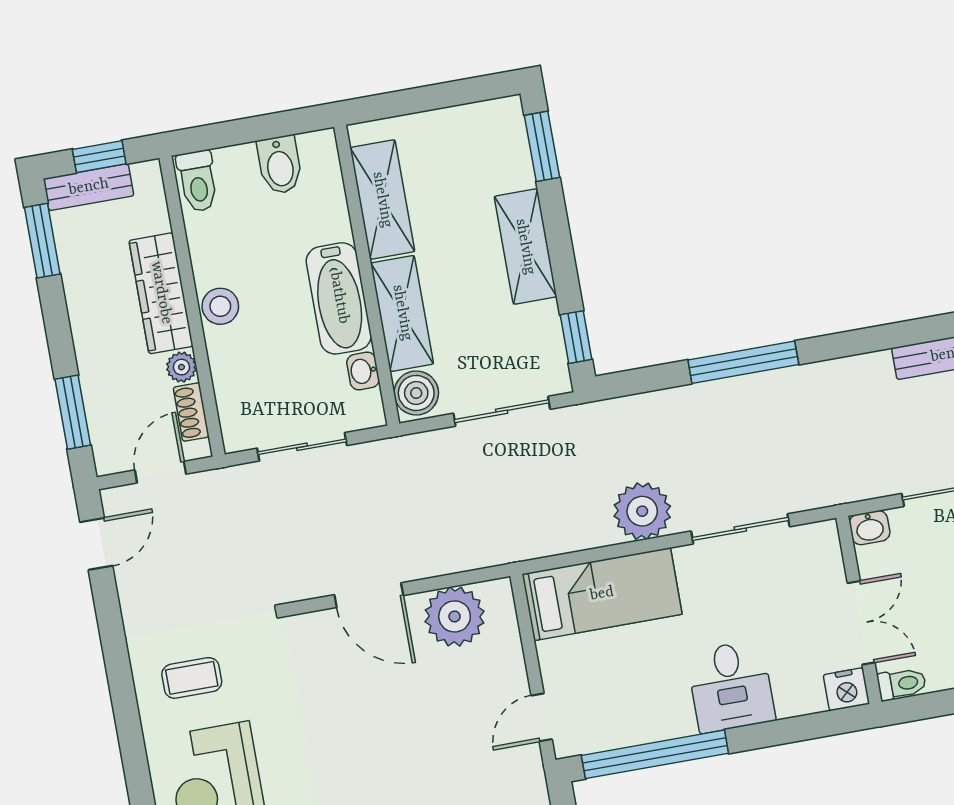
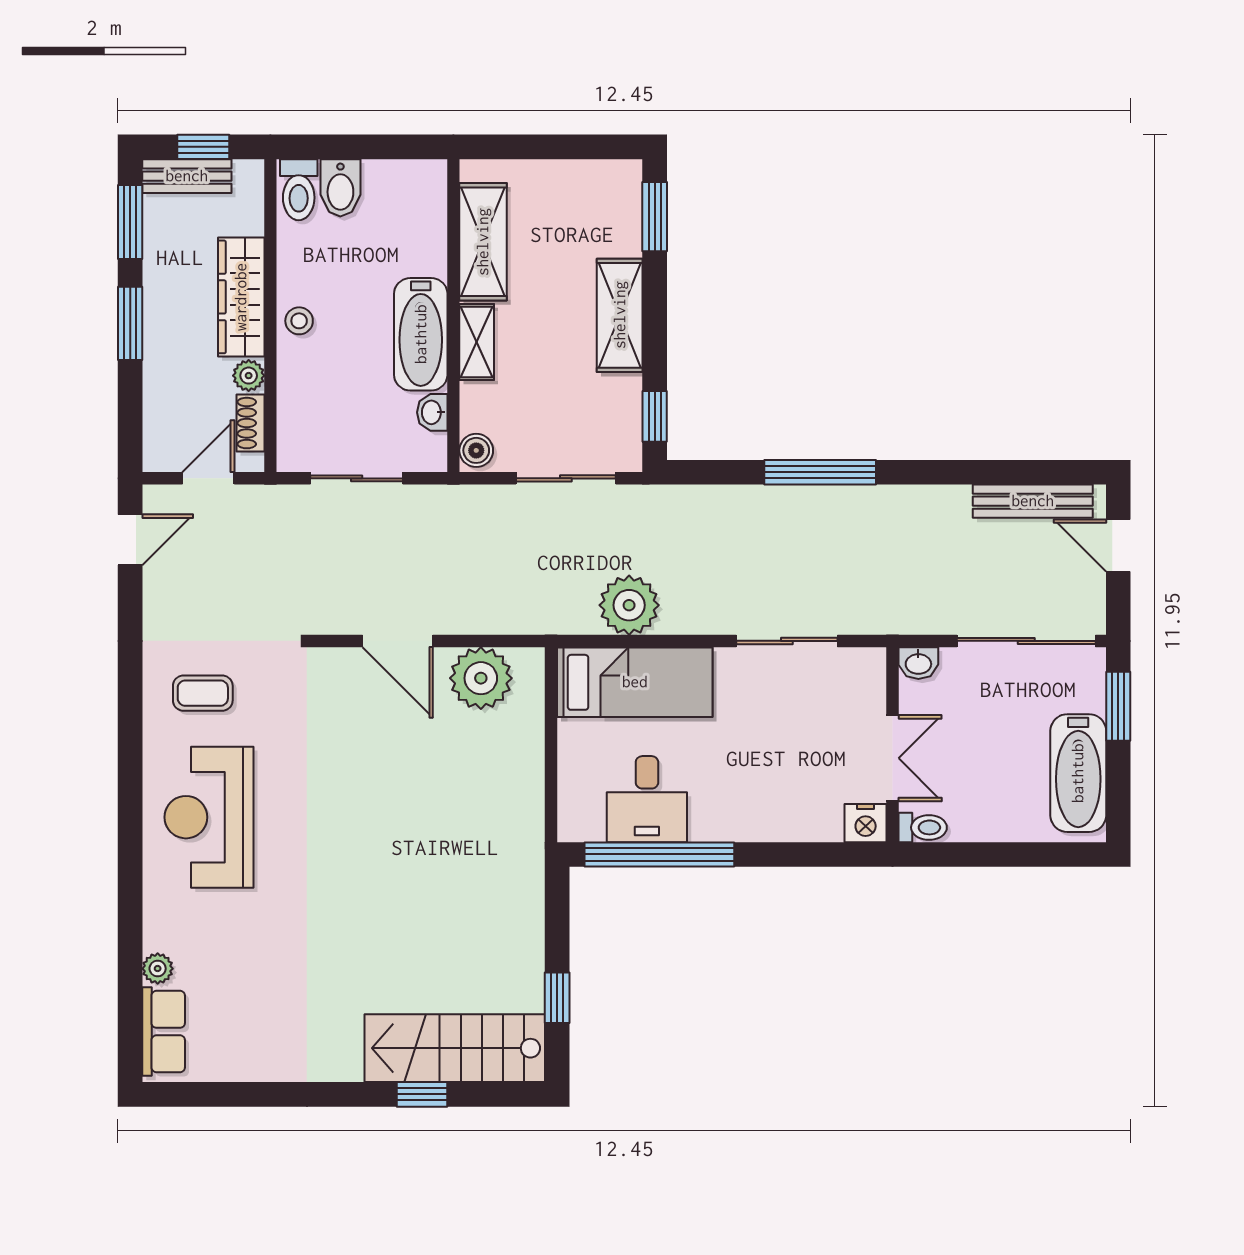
bidet: (280, 165) -> (340, 188), moved
stool: (220, 306) -> (299, 321), width x0.73, depth x0.73
shelving: (402, 313) -> (477, 342), width x0.67, depth x0.75
boiler: (416, 393) -> (476, 450), width x0.73, depth x0.73
window: (73, 412) -> (130, 323), moved
plant: (642, 511) -> (629, 605), moved
desk: (731, 686) -> (647, 799), moved
door: (542, 717) -> (551, 796), removed

